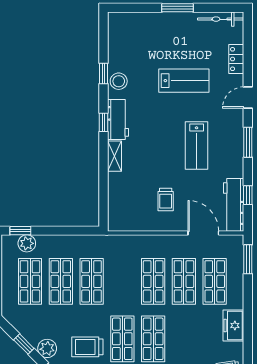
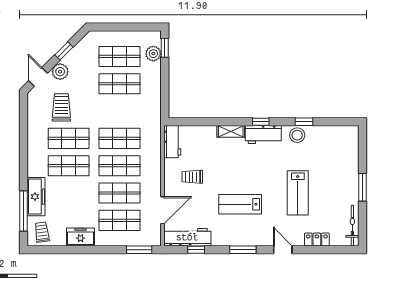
workbench: (126, 222) -> (172, 142), added
shop shelf: (92, 281) -> (120, 138), moved

